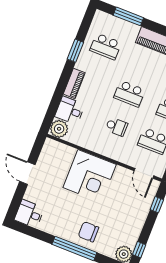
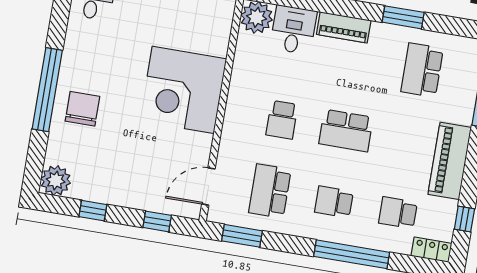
school desk: (129, 94) -> (346, 131), turned -90
window: (139, 250) -> (93, 211), moved

